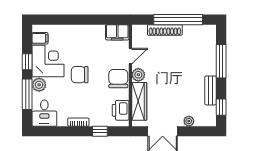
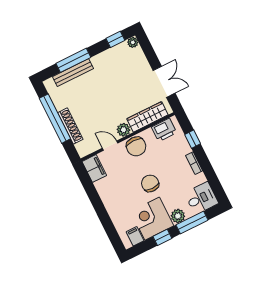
chair: (80, 75) -> (150, 183), turned 180
chair: (118, 79) -> (136, 146), turned -90
bench: (211, 90) -> (73, 73), moved, width x1.36
plant: (189, 121) -> (133, 42), moved

